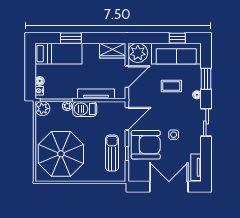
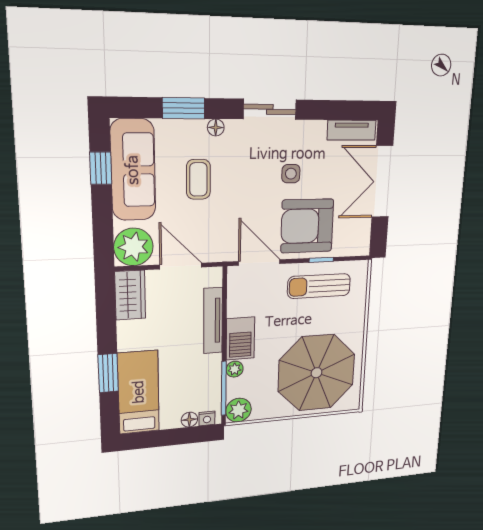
armchair: (146, 145) -> (307, 226), turned -90

